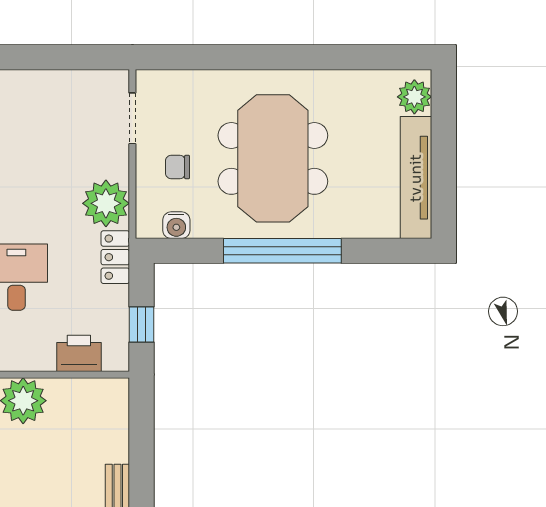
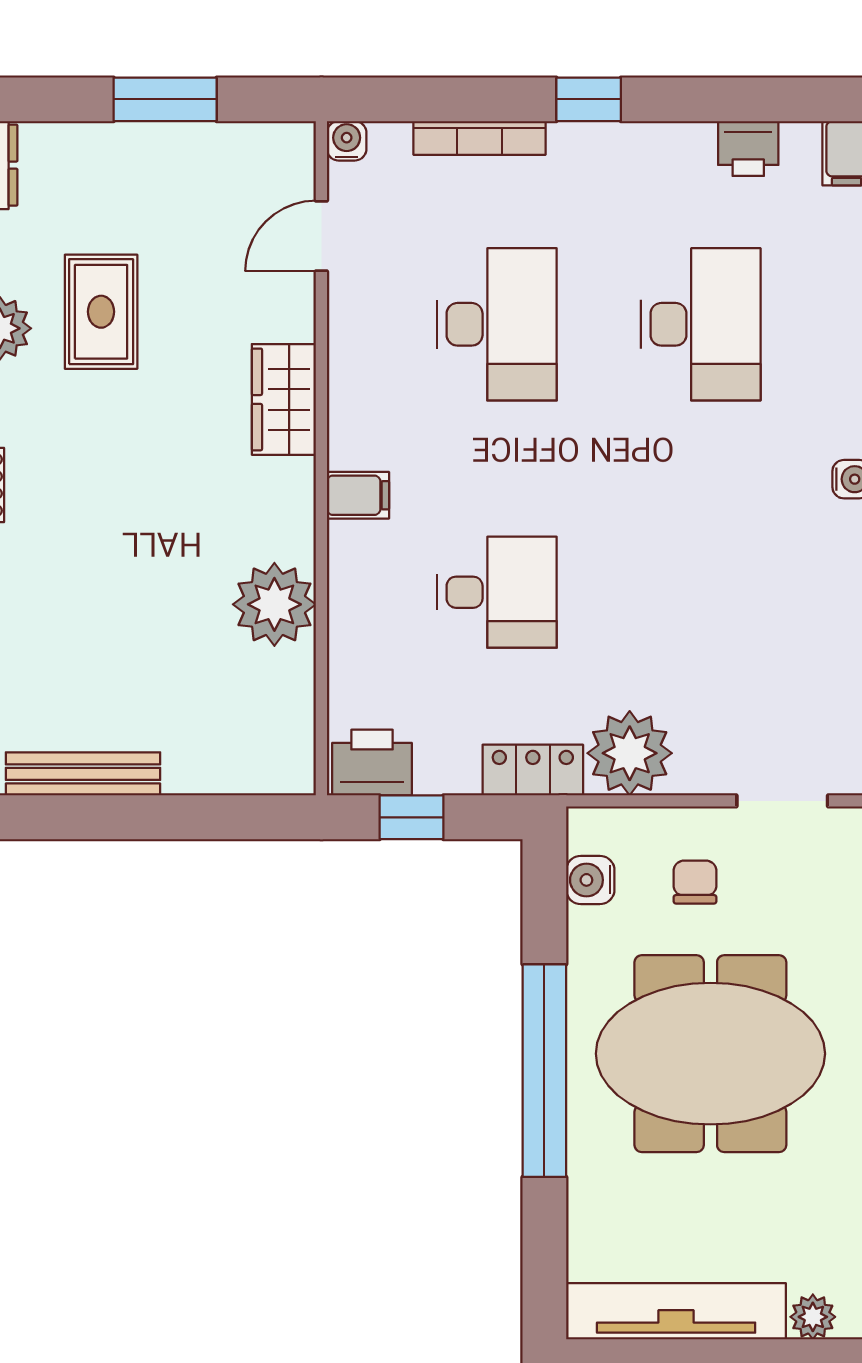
plant: (414, 97) -> (813, 1317), width x0.73, depth x0.73
printer: (79, 353) -> (372, 763), moved, turned -90

